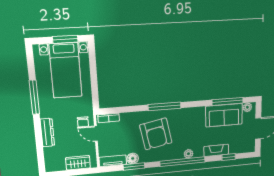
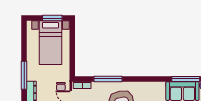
window: (34, 97) -> (24, 75), moved
window: (165, 106) -> (108, 79), moved

